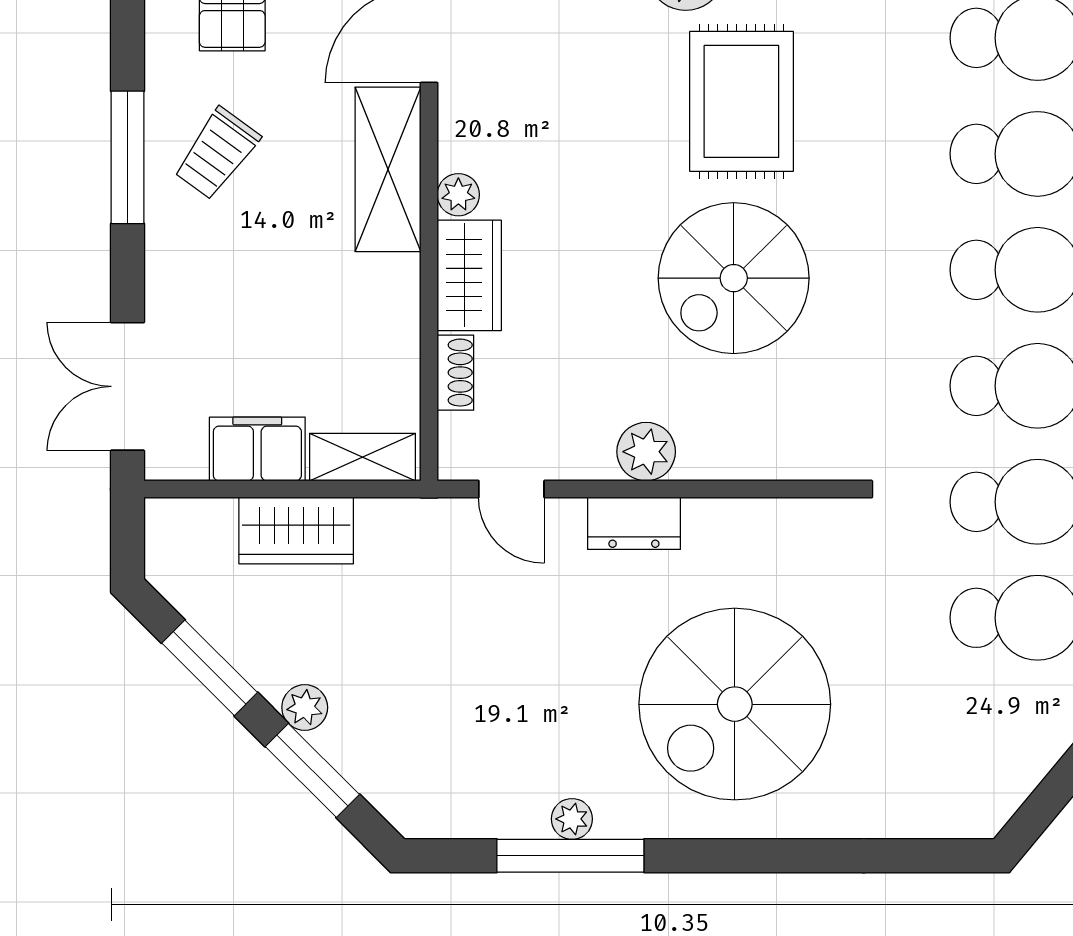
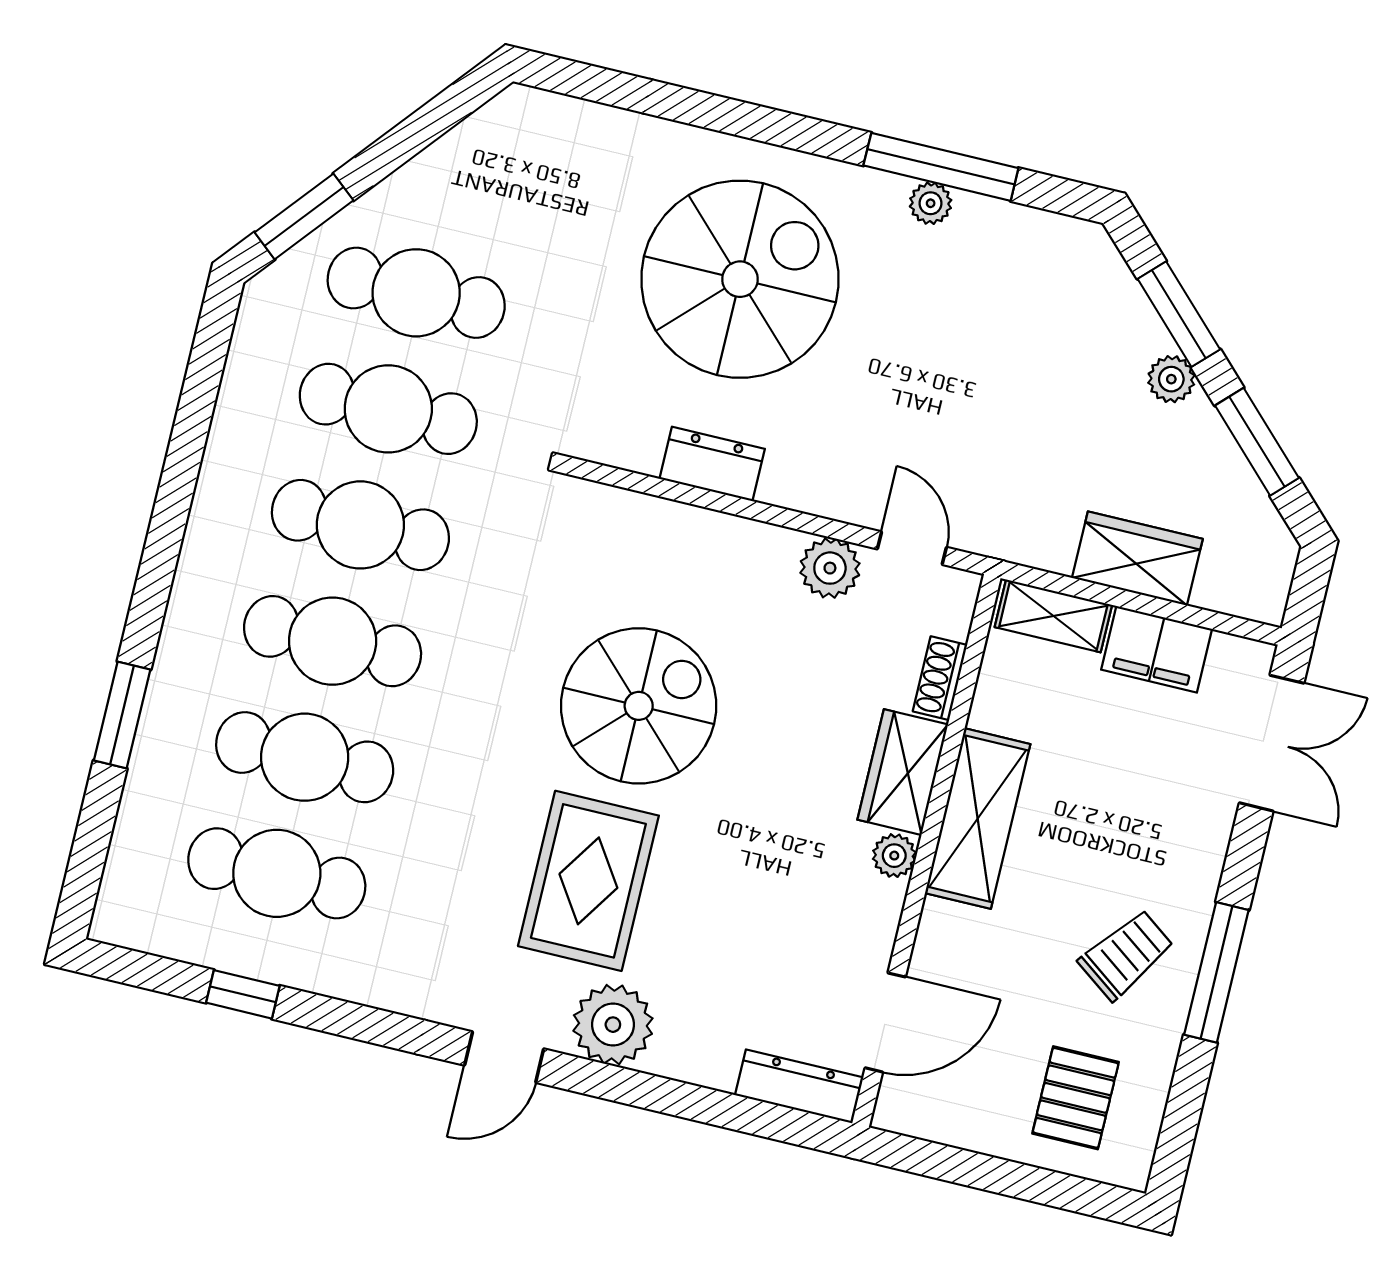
shelving: (388, 169) -> (978, 819), moved
plant: (646, 452) -> (830, 568), moved
dresser: (634, 523) -> (712, 464), moved

